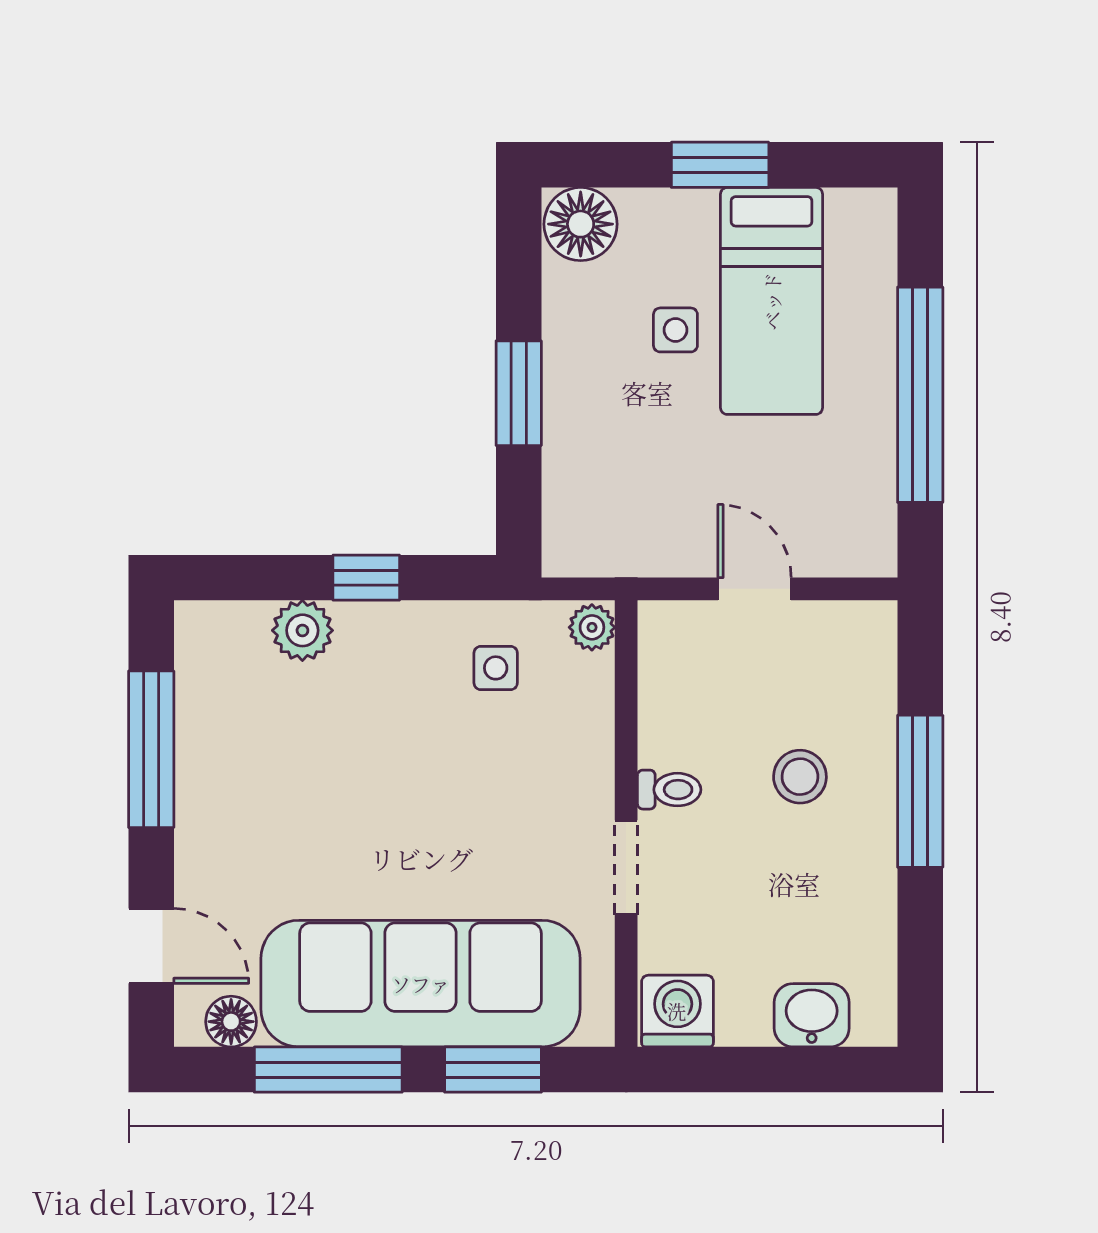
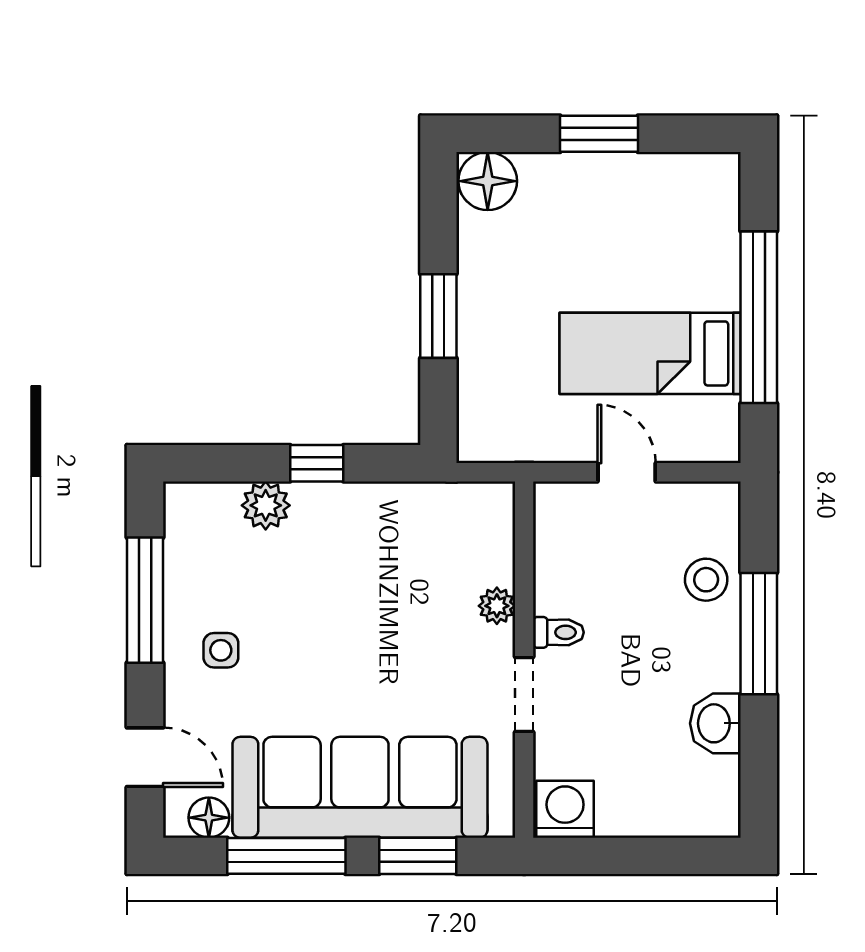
bed: (772, 301) -> (650, 353), moved, turned 90
side table: (675, 330) -> (563, 266), removed
plant: (592, 627) -> (497, 606), moved
side table: (496, 668) -> (221, 650), moved
stool: (800, 777) -> (706, 580), moved
washbasin: (812, 1015) -> (715, 723), moved, turned -90

